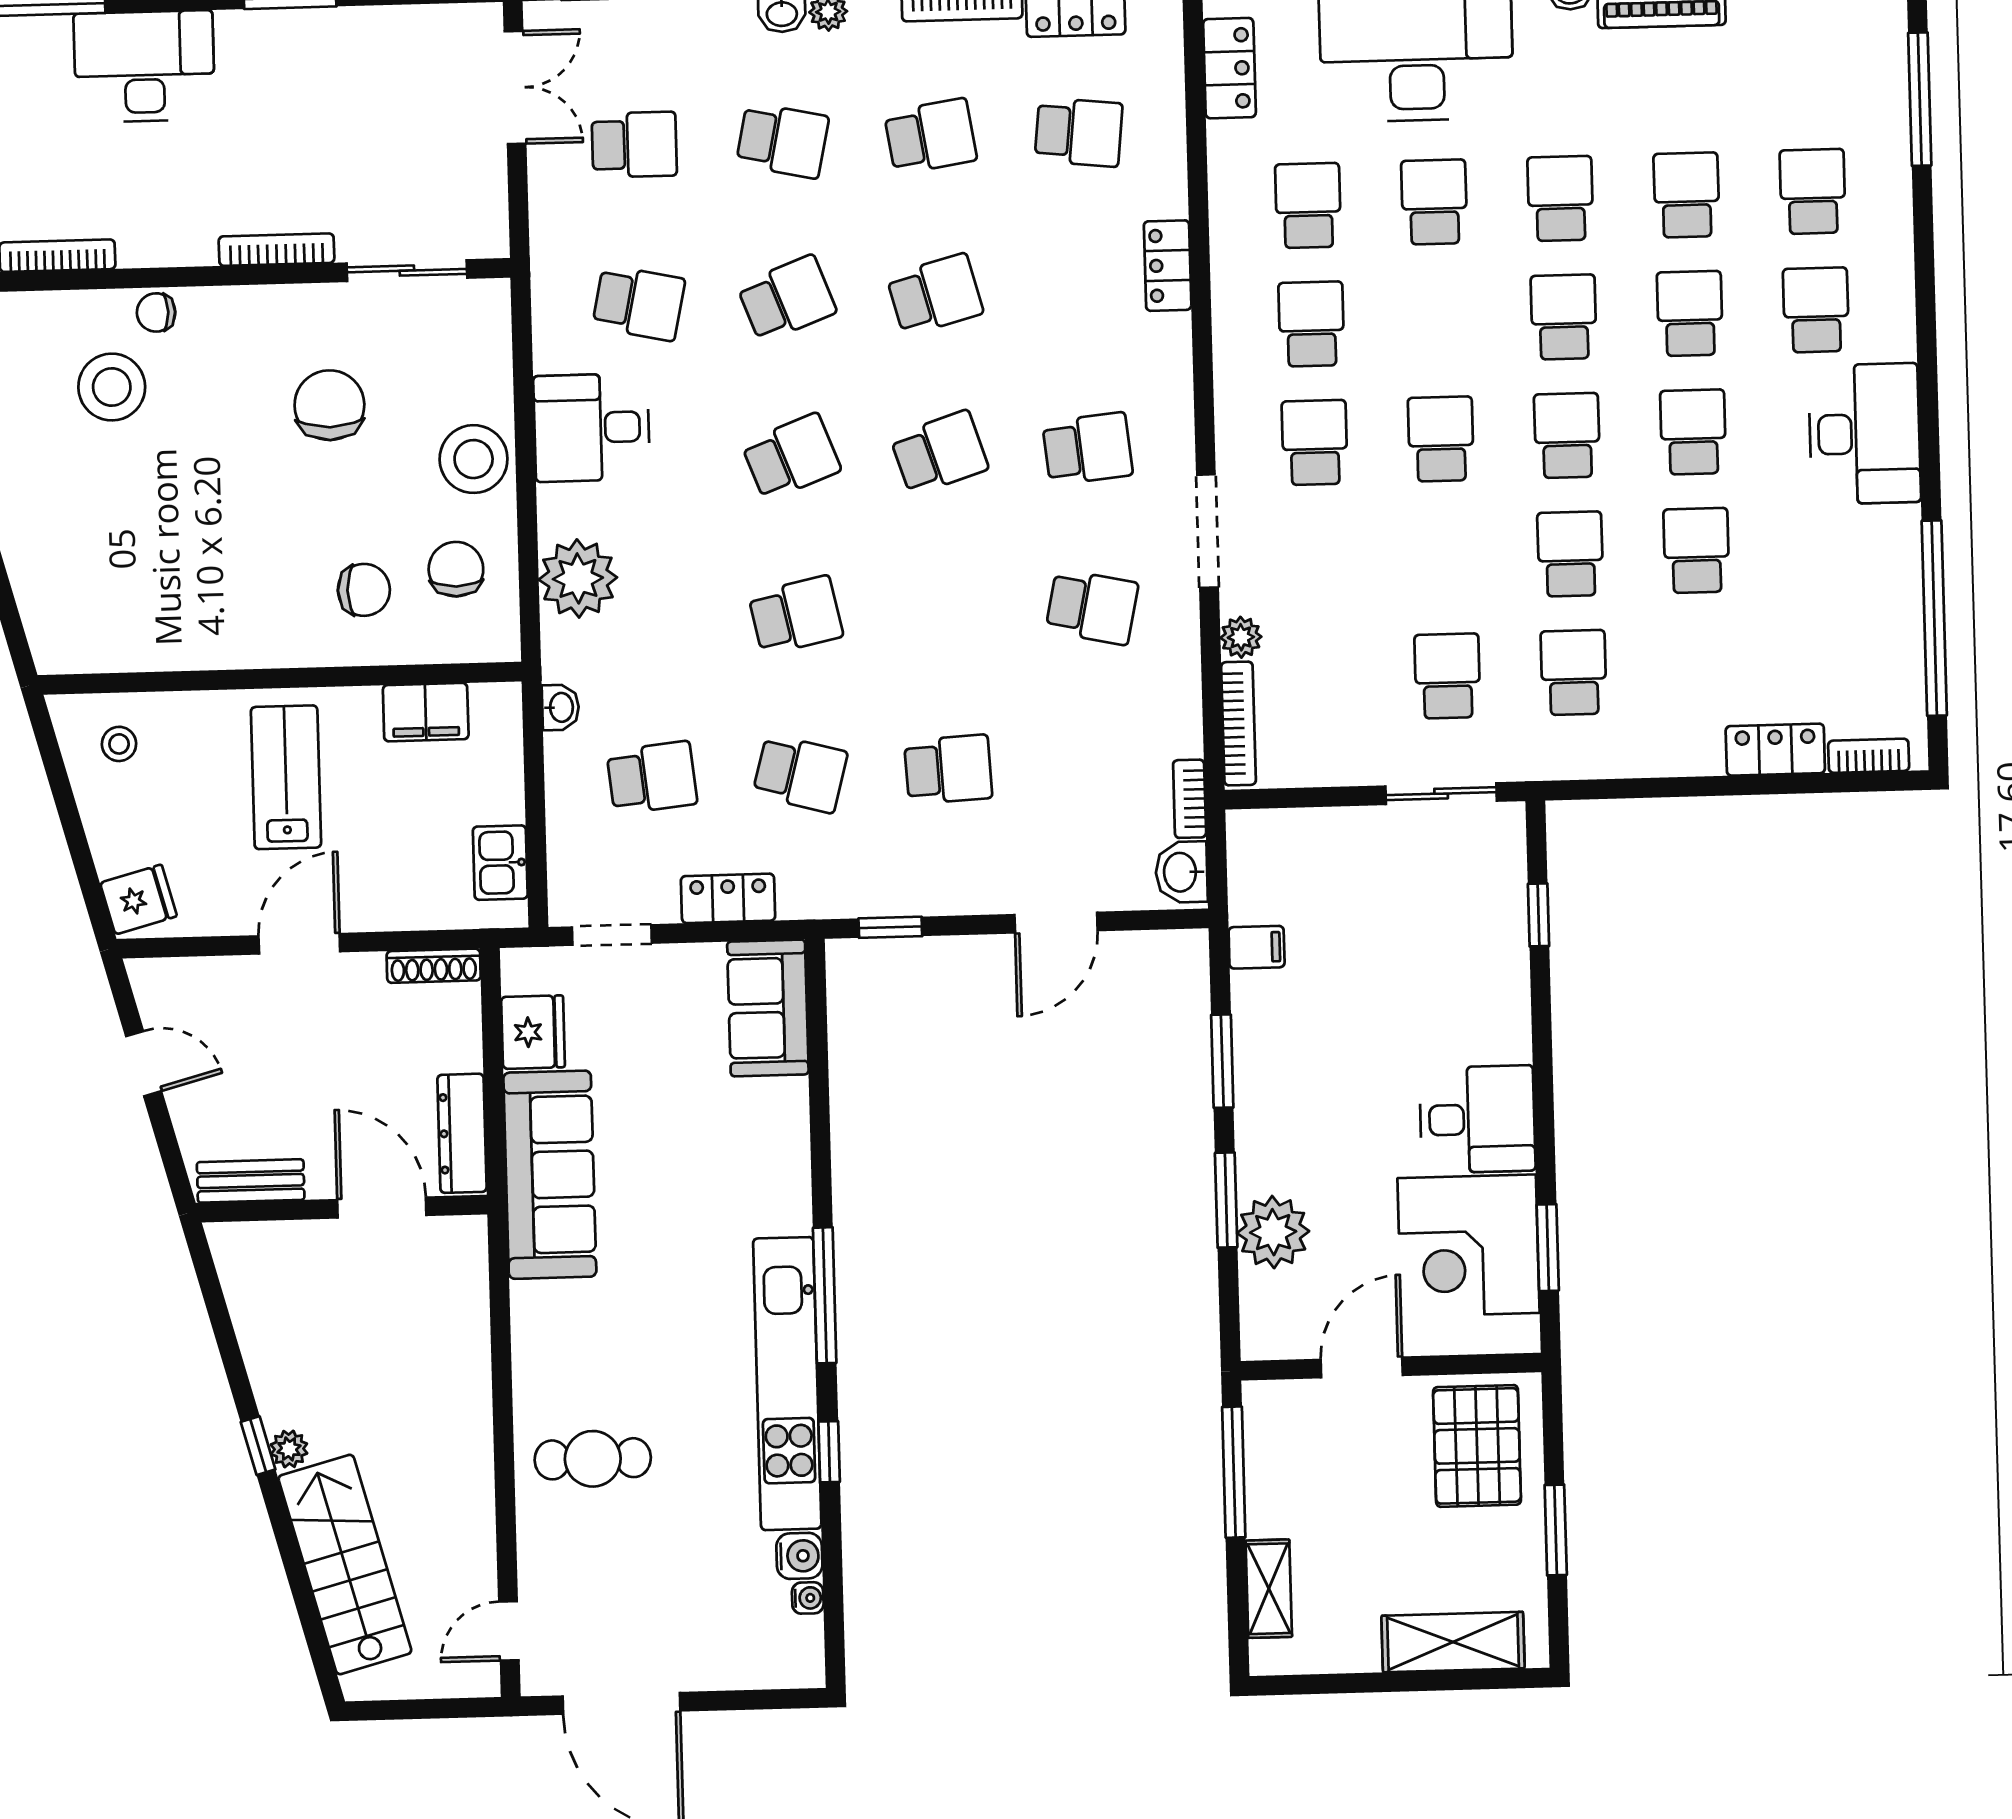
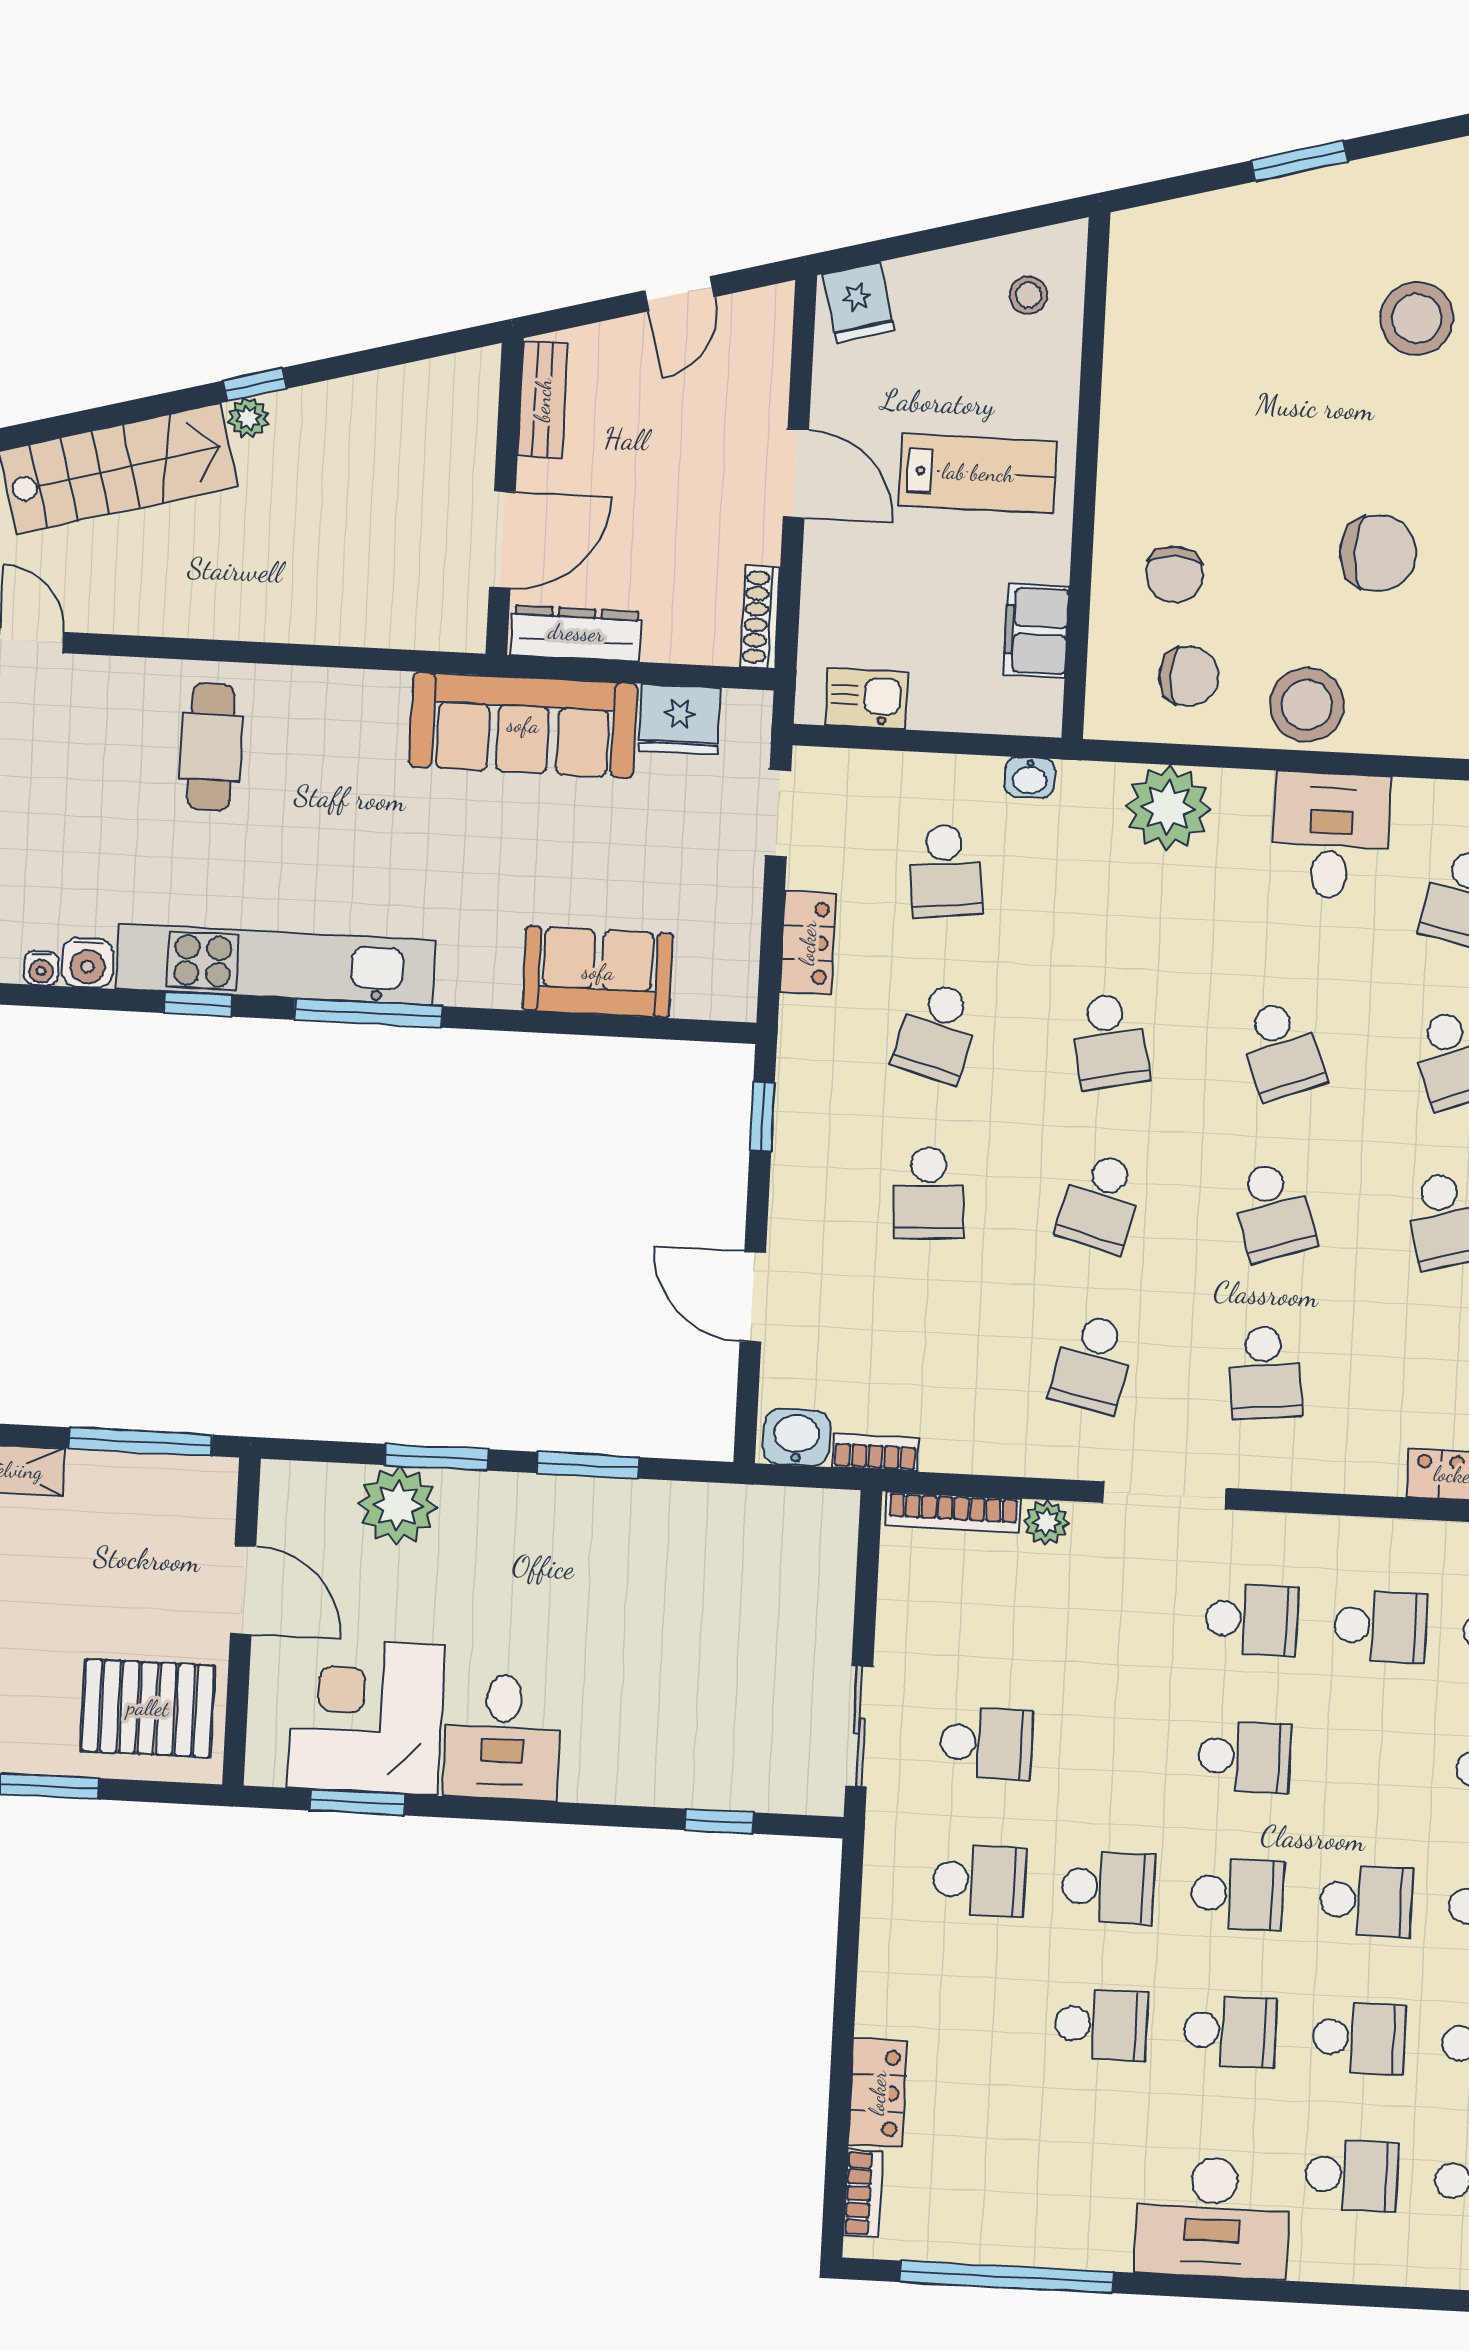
school desk: (944, 611) -> (1101, 1202), added
filing cabinet: (1257, 947) -> (709, 1512), removed
sofa: (768, 1008) -> (598, 972), moved

